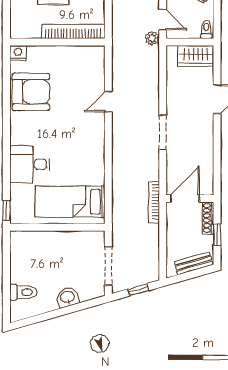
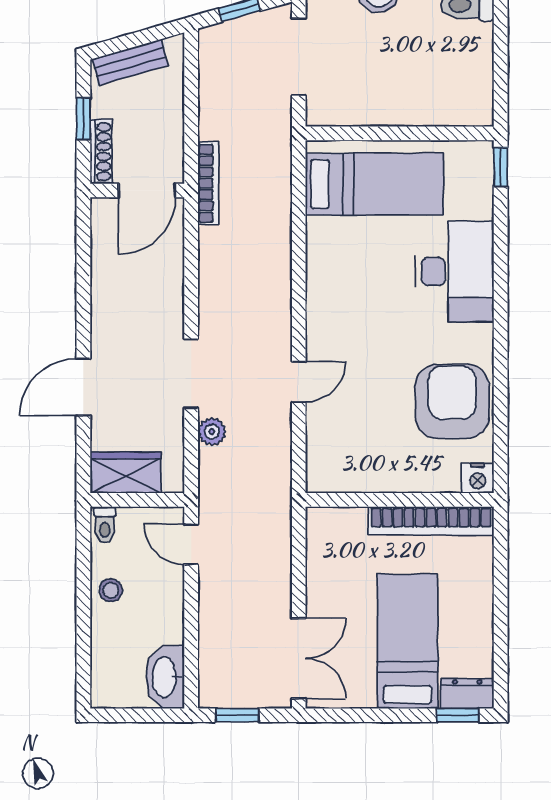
bookcase: (73, 31) -> (431, 521), moved
plant: (152, 38) -> (212, 432), moved
armchair: (31, 92) -> (452, 401), turned 90
doorway: (163, 133) -> (191, 374), moved
desk: (30, 164) -> (454, 272), width x1.37

